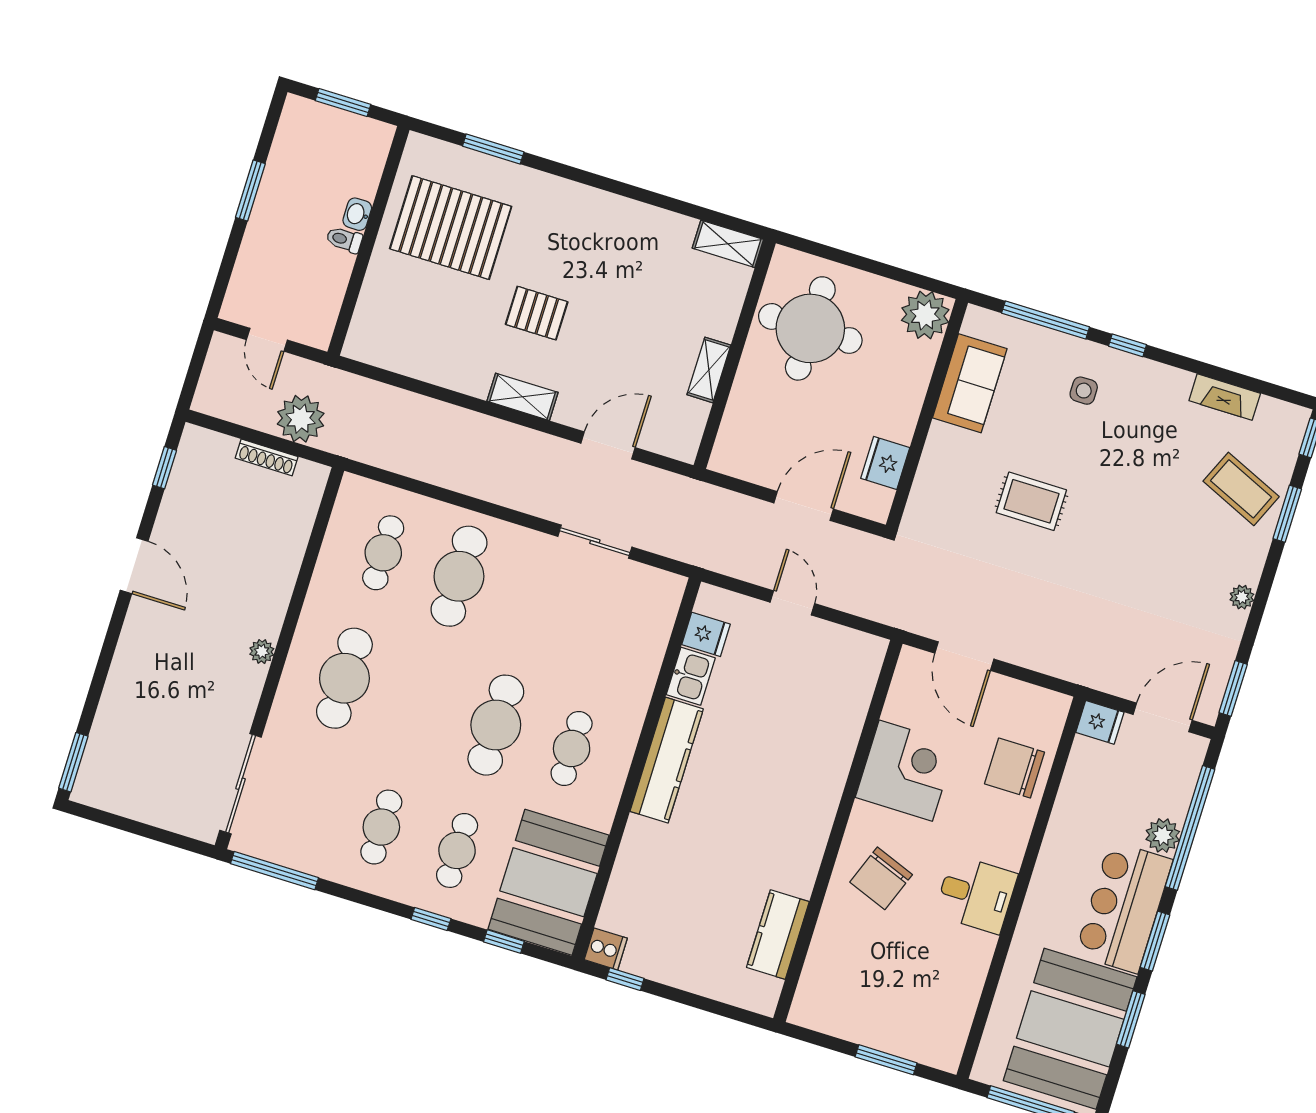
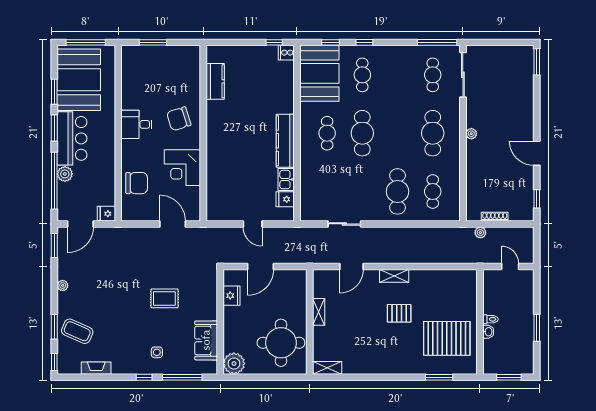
plant: (301, 419) -> (480, 233), width x0.53, depth x0.53
cafe table: (381, 827) -> (433, 75), moved
chair: (881, 878) -> (179, 119), turned -128

